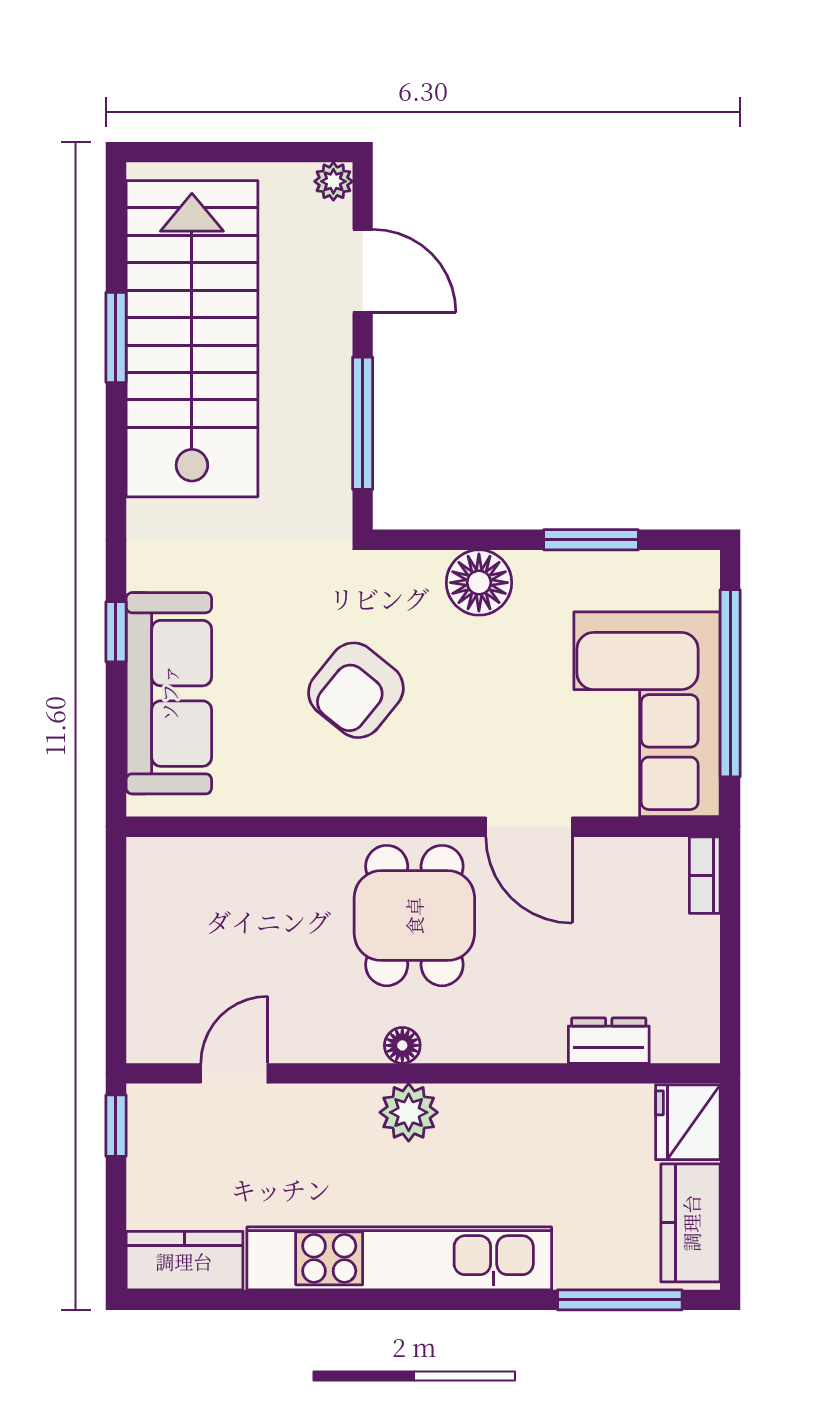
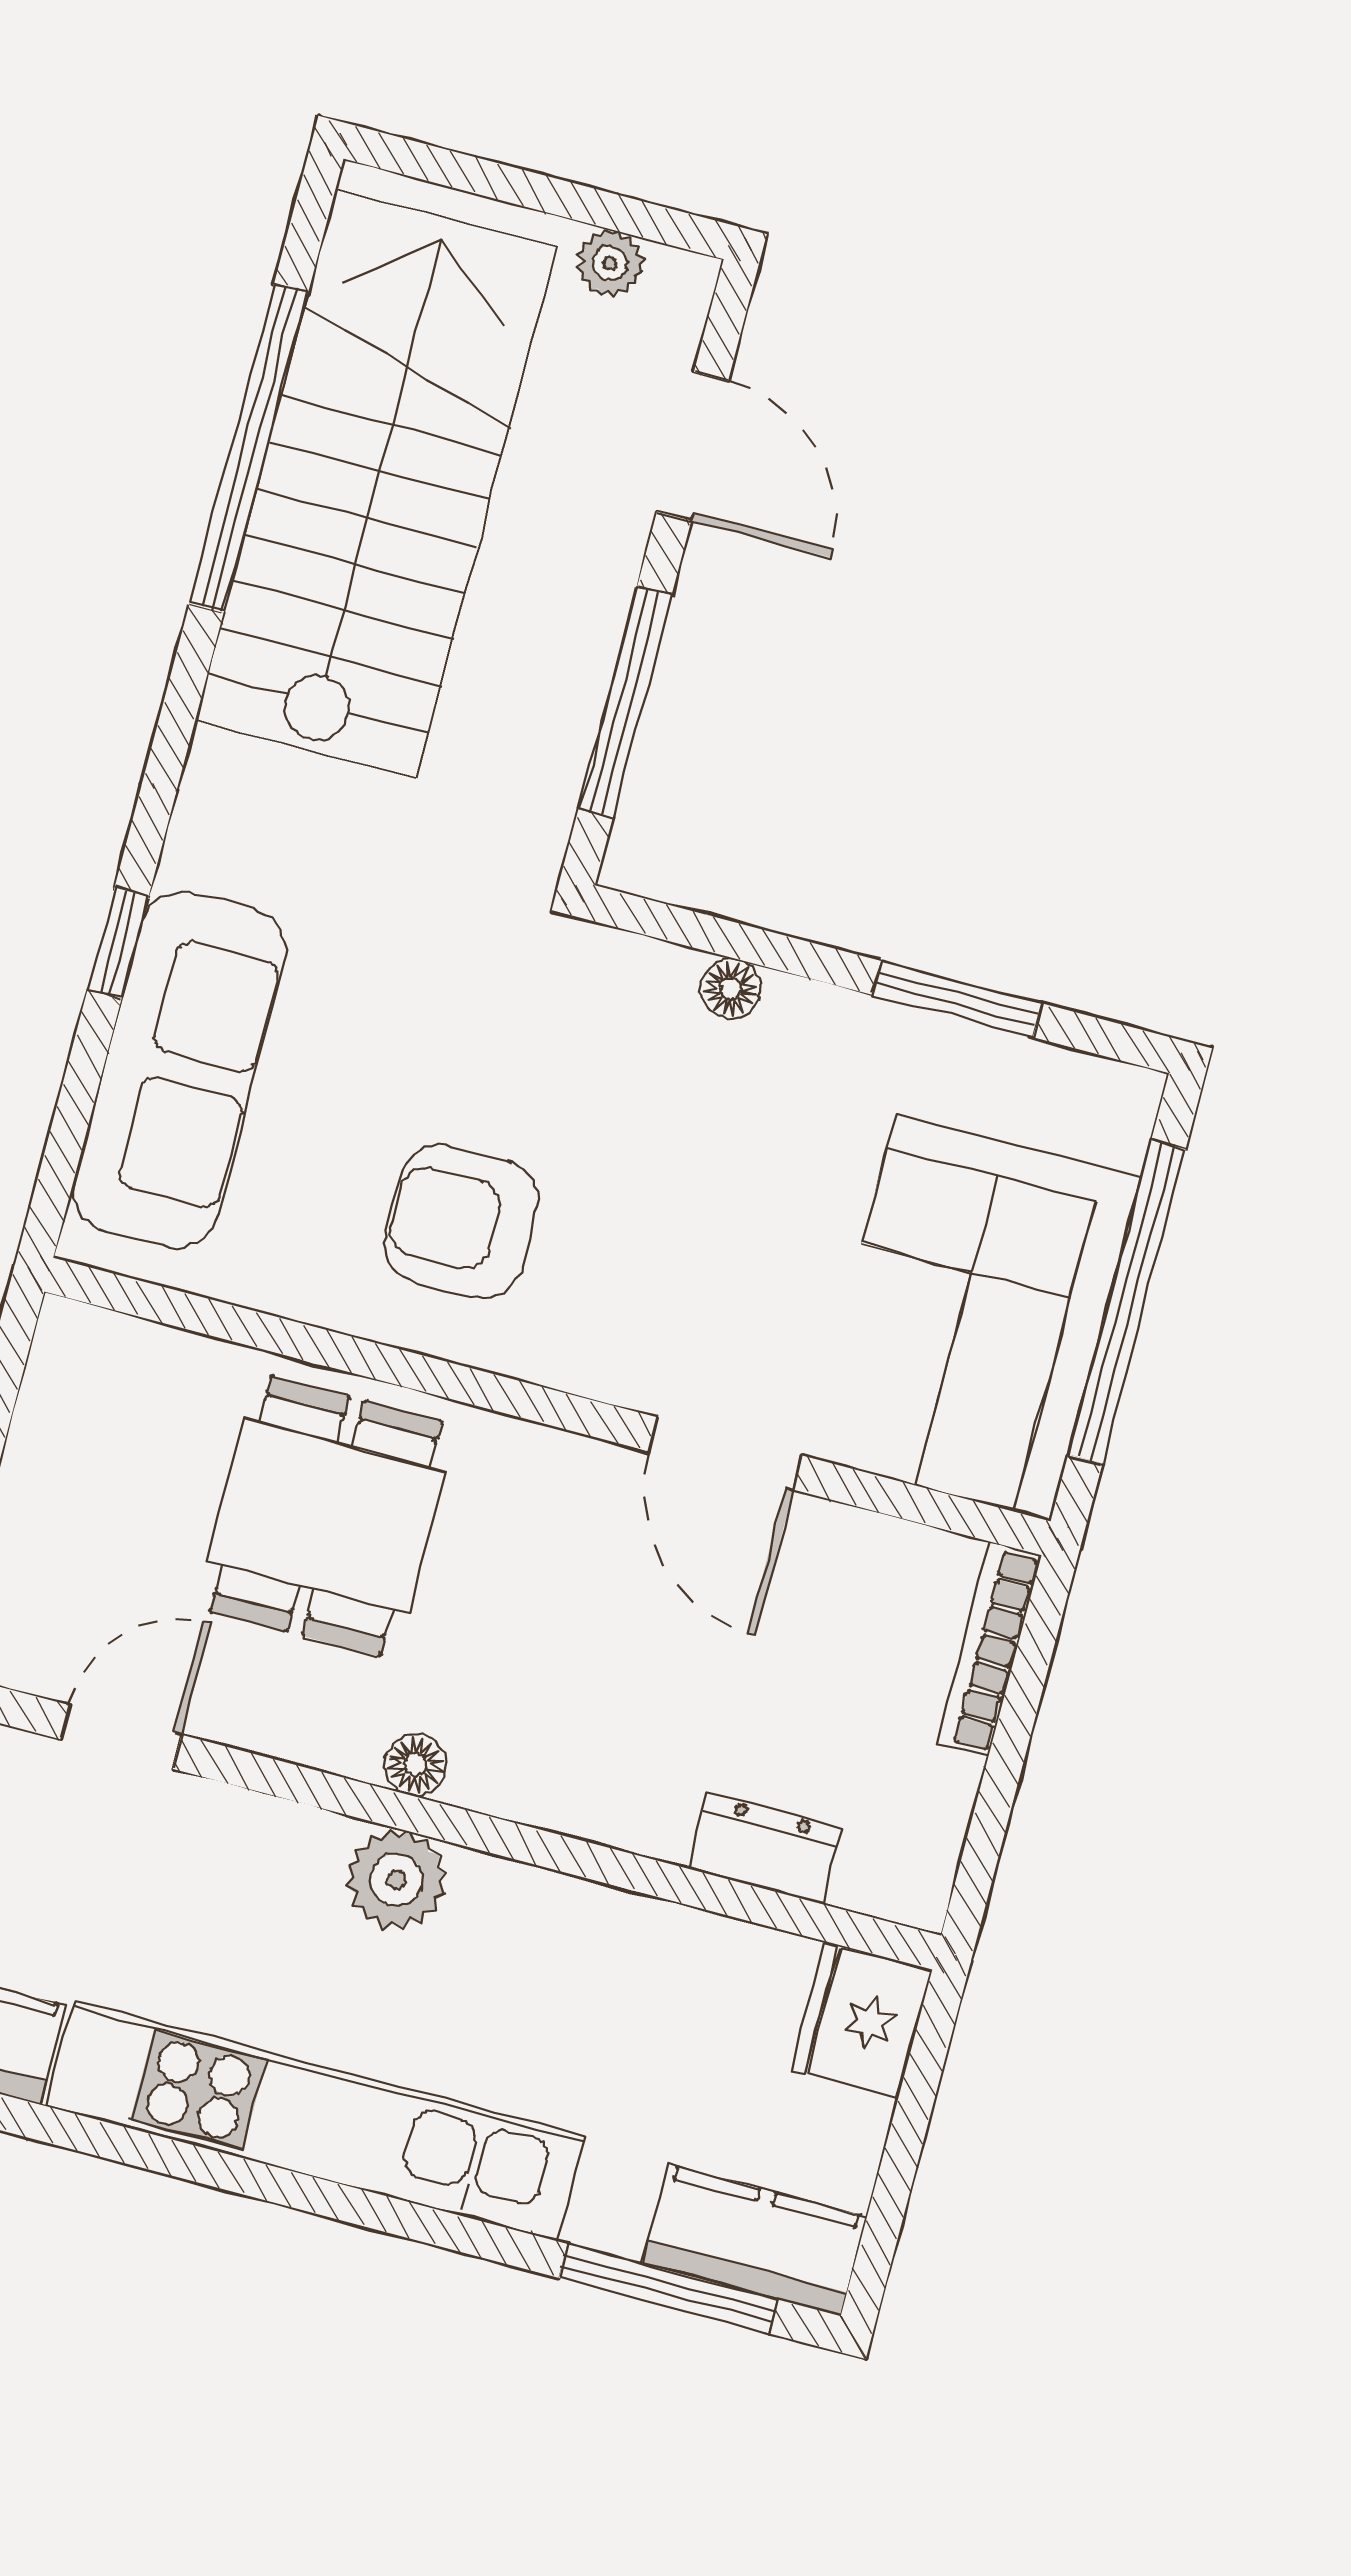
plant: (333, 181) -> (610, 263), moved
window: (116, 337) -> (249, 448), width x2.11
floor lamp: (479, 583) -> (731, 989), width x0.53, depth x0.53
armchair: (356, 690) -> (461, 1222), moved, turned 51
bookcase: (705, 875) -> (990, 1649), width x1.56
dining table: (414, 916) -> (326, 1516), moved
kitchen counter: (691, 1223) -> (755, 2240), moved, turned 90

